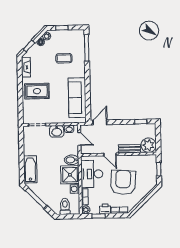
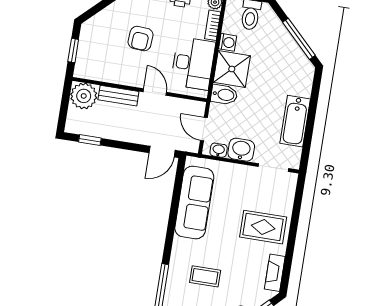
bathtub: (30, 169) -> (295, 121), moved
armchair: (123, 182) -> (141, 38), width x0.53, depth x0.53

